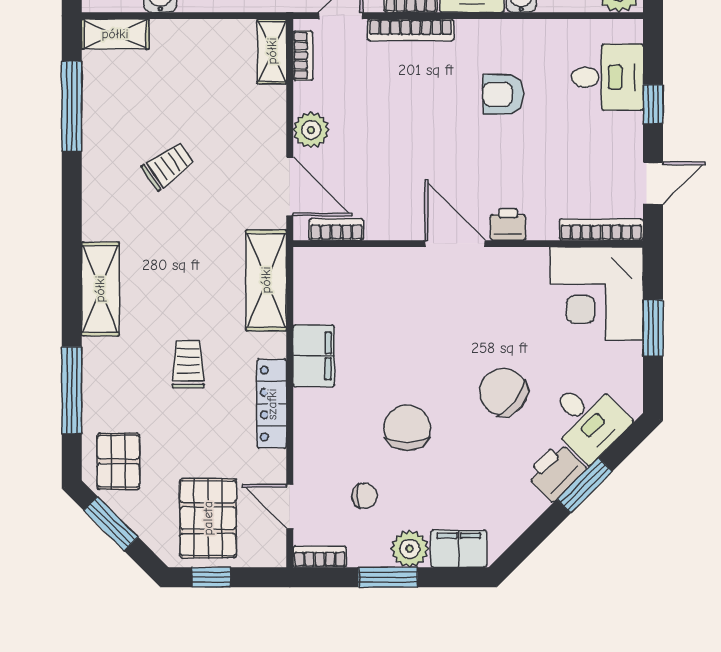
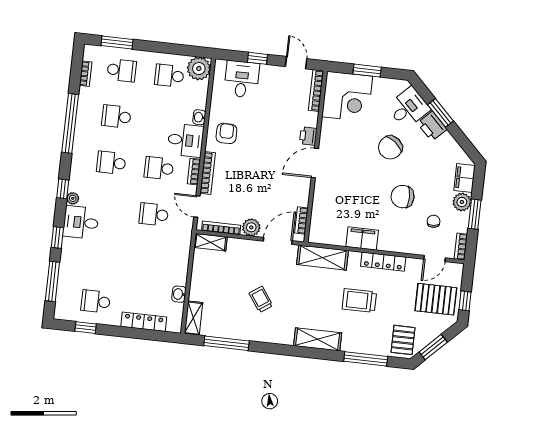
bookcase: (303, 55) -> (221, 228), width x1.56
armchair: (503, 94) -> (226, 133), moved, turned 180
trolley: (188, 364) -> (359, 300), width x1.36, depth x1.39
pallet: (118, 461) -> (403, 340), turned 90

